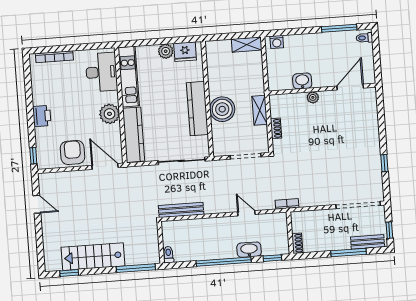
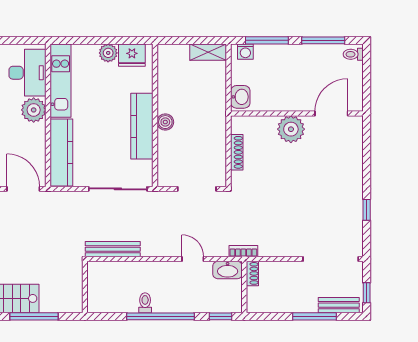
window: (294, 32) -> (267, 40), added
washbasin: (302, 81) -> (240, 97), moved, turned 90
plant: (313, 97) -> (291, 129), width x1.88, depth x1.88
boiler: (222, 109) -> (165, 122), width x0.54, depth x0.54
shelving: (260, 110) -> (218, 134), removed
plant: (110, 114) -> (34, 110), moved
shoe rack: (276, 128) -> (237, 152), width x1.43
shoe rack: (297, 243) -> (252, 273), moved
washbasin: (249, 250) -> (228, 270), moved, turned 180
toilet: (168, 255) -> (145, 303), moved
window: (136, 268) -> (34, 316), moved

